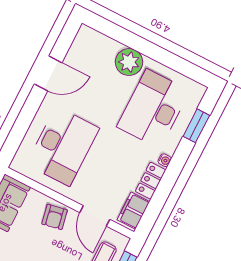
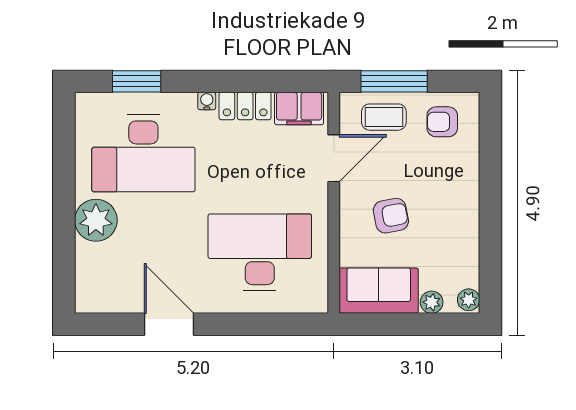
armchair: (55, 217) -> (391, 216), moved

